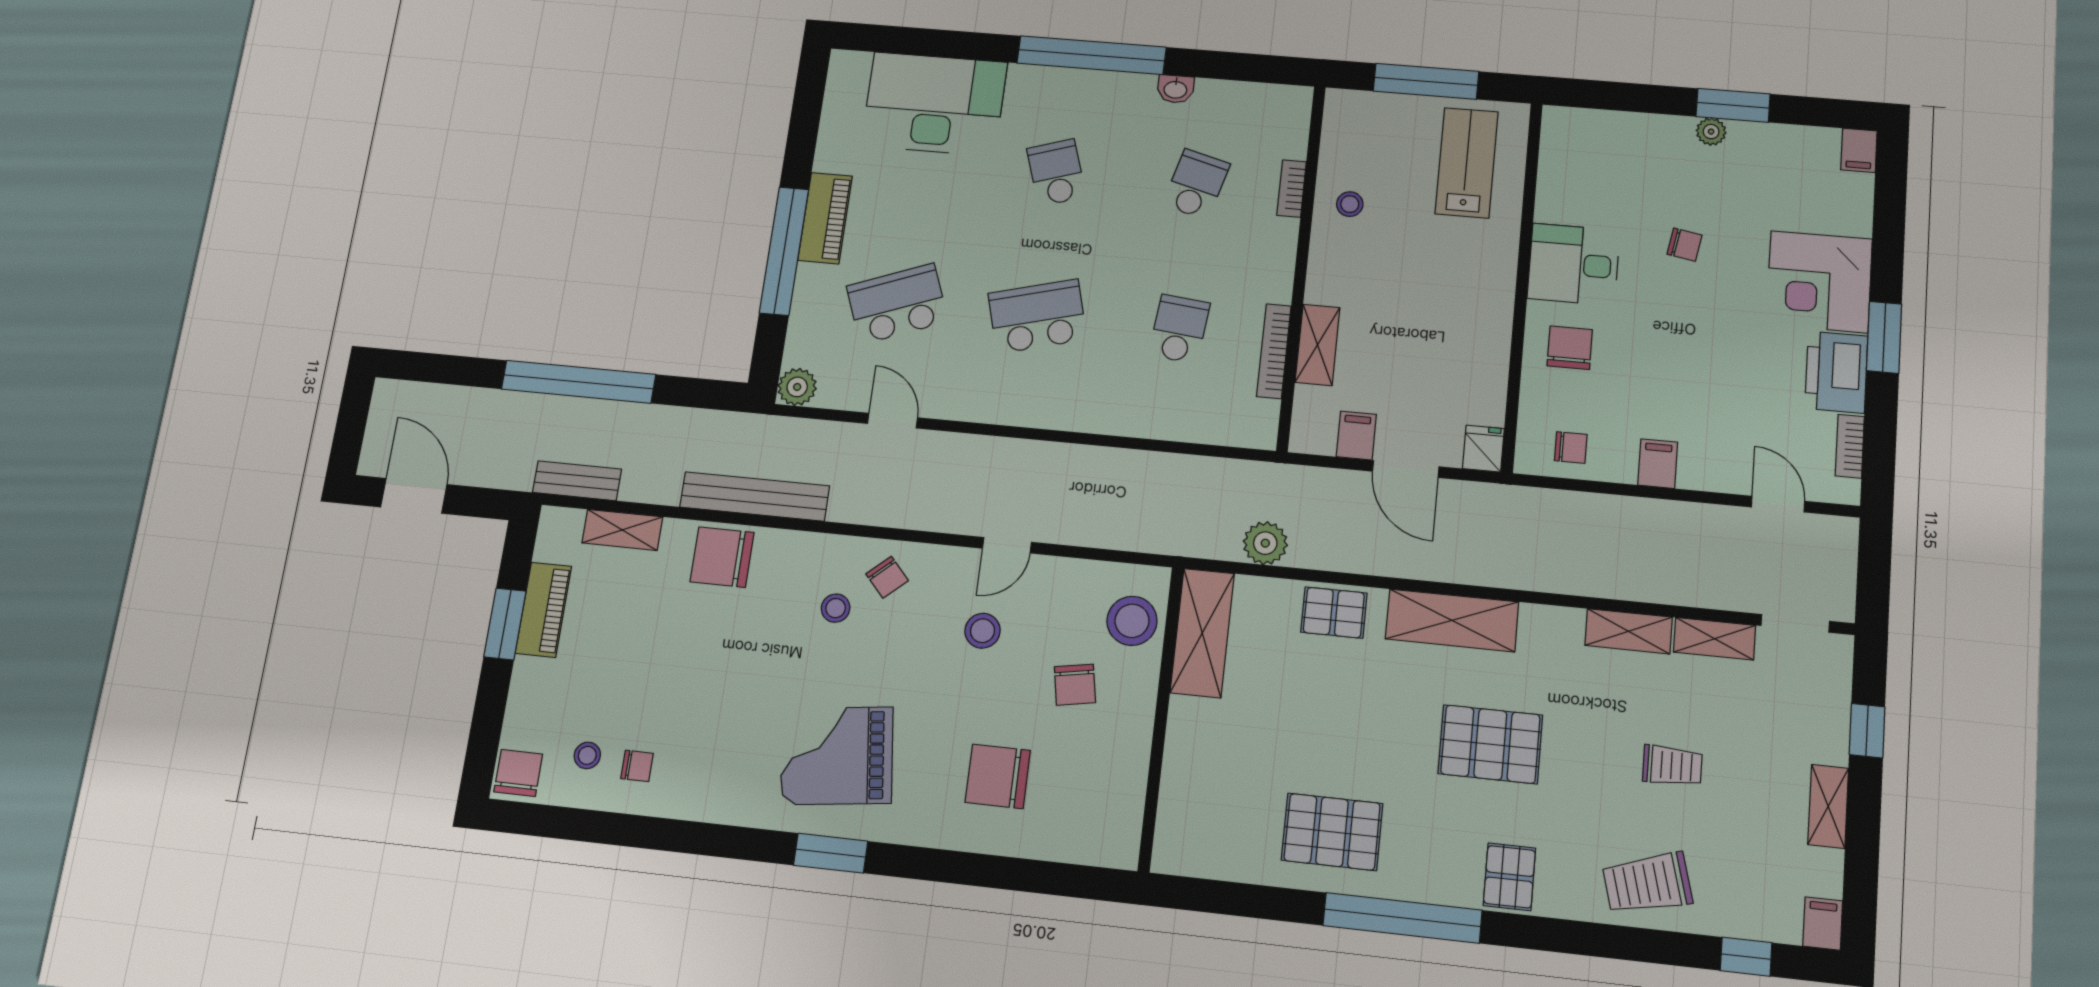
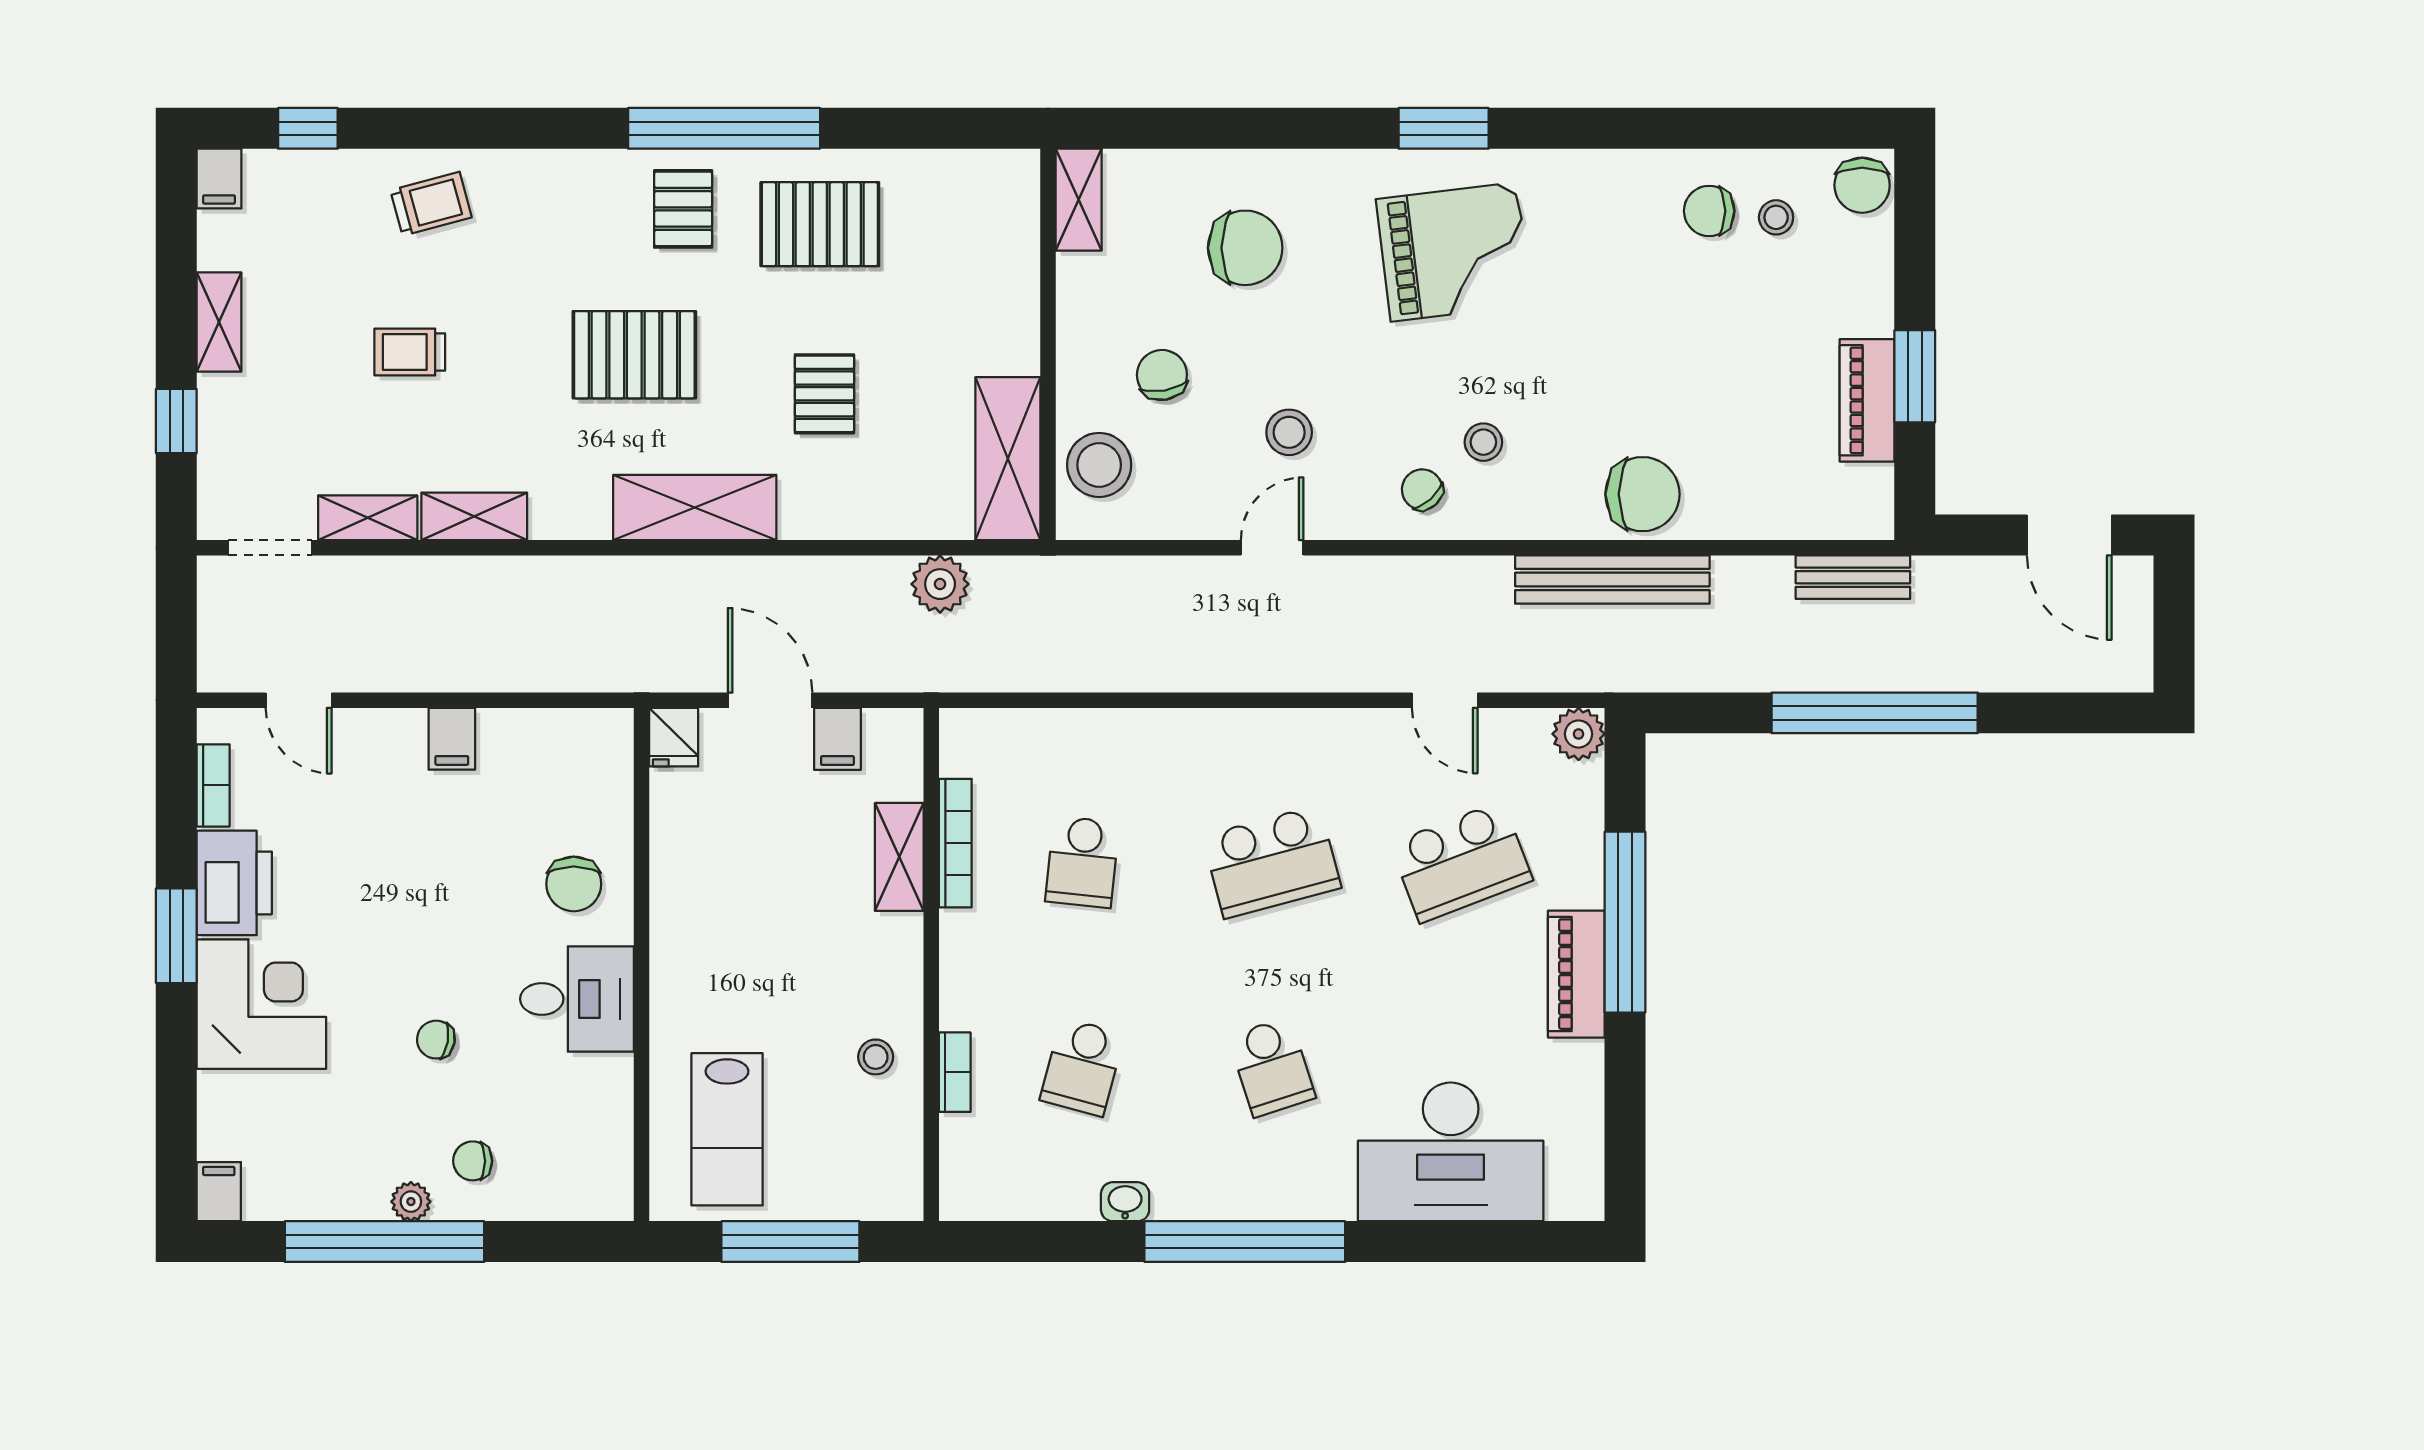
window: (1733, 105) -> (385, 1242), width x2.11
chair: (1571, 448) -> (473, 1161), moved
shelving: (622, 530) -> (1079, 200), moved, turned 90
pallet: (1334, 613) -> (824, 394), moved, turned 90
chair: (637, 766) -> (1709, 211), width x1.37, depth x1.37
pallet: (1509, 877) -> (683, 209), moved
trolley: (1647, 883) -> (431, 204), width x0.73, depth x0.72

